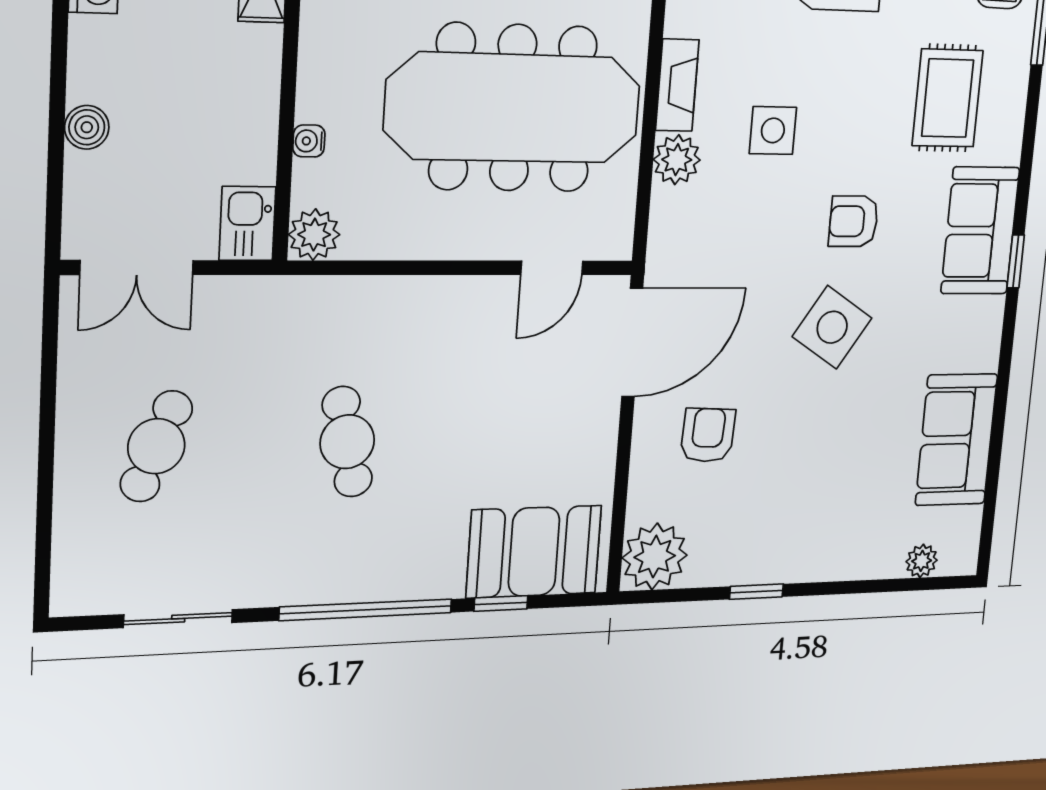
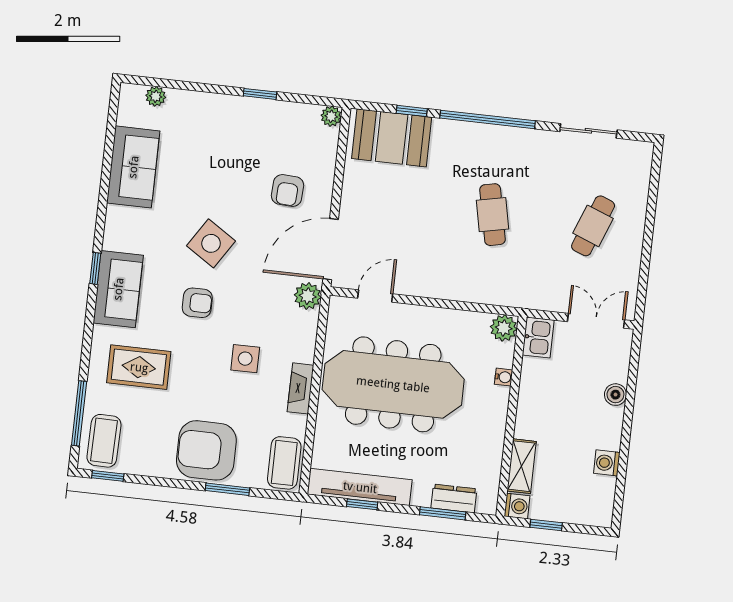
rug: (948, 98) -> (139, 367), turned 90
plant: (677, 160) -> (308, 296), moved
plant: (655, 556) -> (331, 116), width x0.53, depth x0.53

